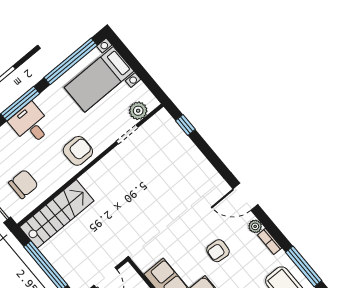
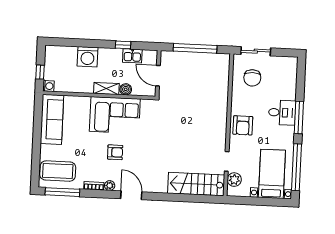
window: (185, 125) -> (202, 199), removed
door: (245, 197) -> (131, 195), hinge flipped
stairs: (57, 214) -> (196, 184), moved, turned 90
armchair: (218, 251) -> (115, 152), turned 85

